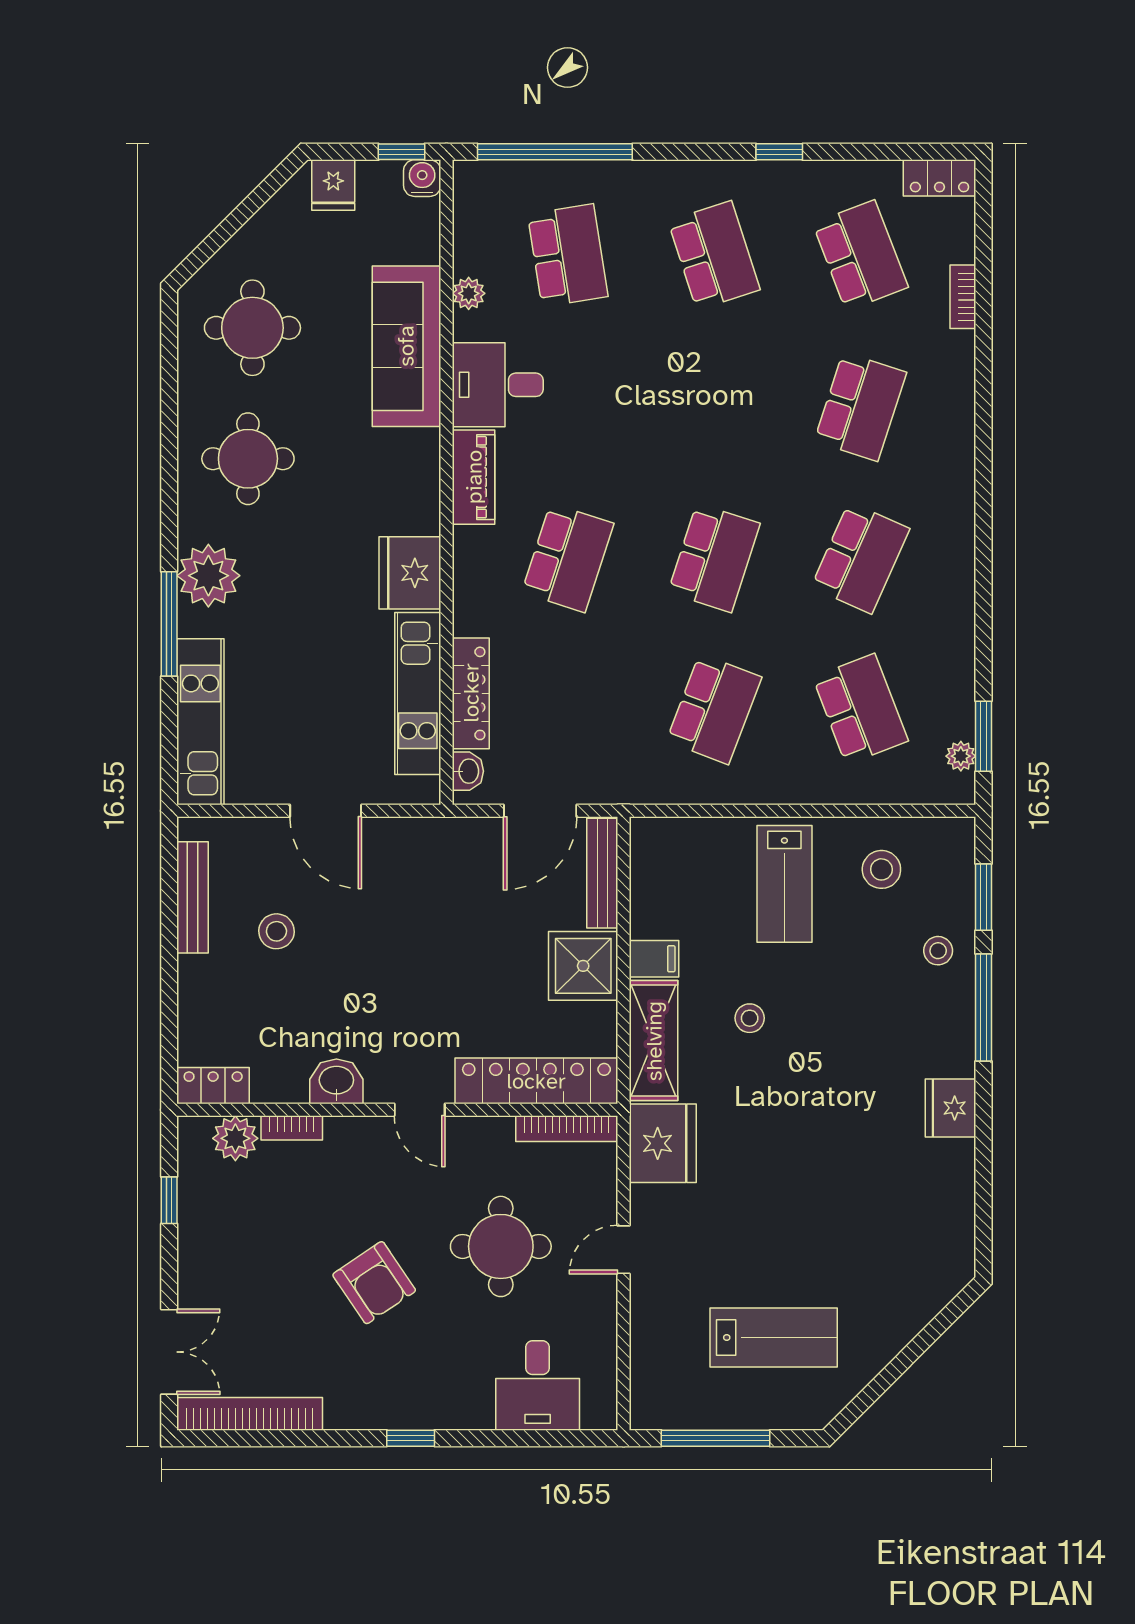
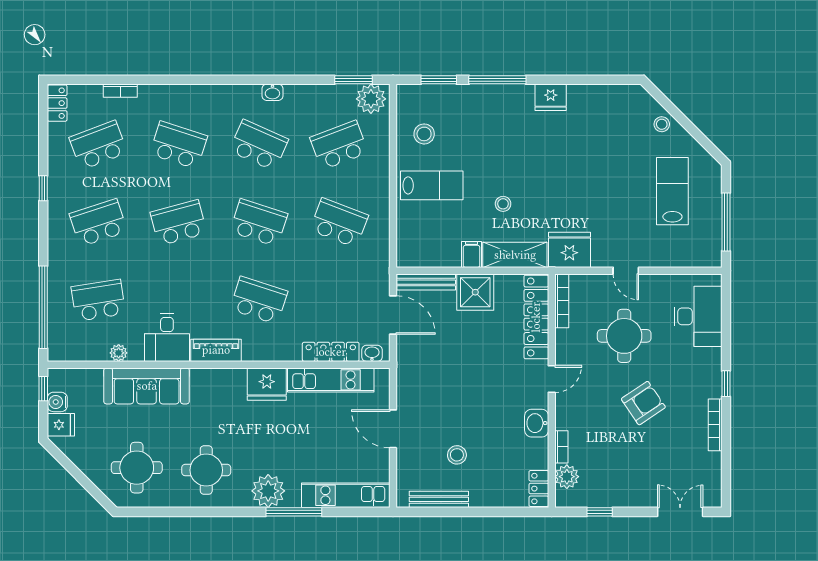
water cooler: (422, 178) -> (57, 402), moved
school desk: (714, 407) -> (179, 223), added
washbasin: (960, 584) -> (272, 92), added
plant: (961, 756) -> (371, 99), width x1.87, depth x1.87
door: (326, 811) -> (393, 429), swing flipped
stool: (938, 951) -> (662, 124), moved
desk: (538, 1385) -> (698, 316), width x1.37
bookcase: (250, 1414) -> (715, 425), moved, width x0.68, depth x0.76

